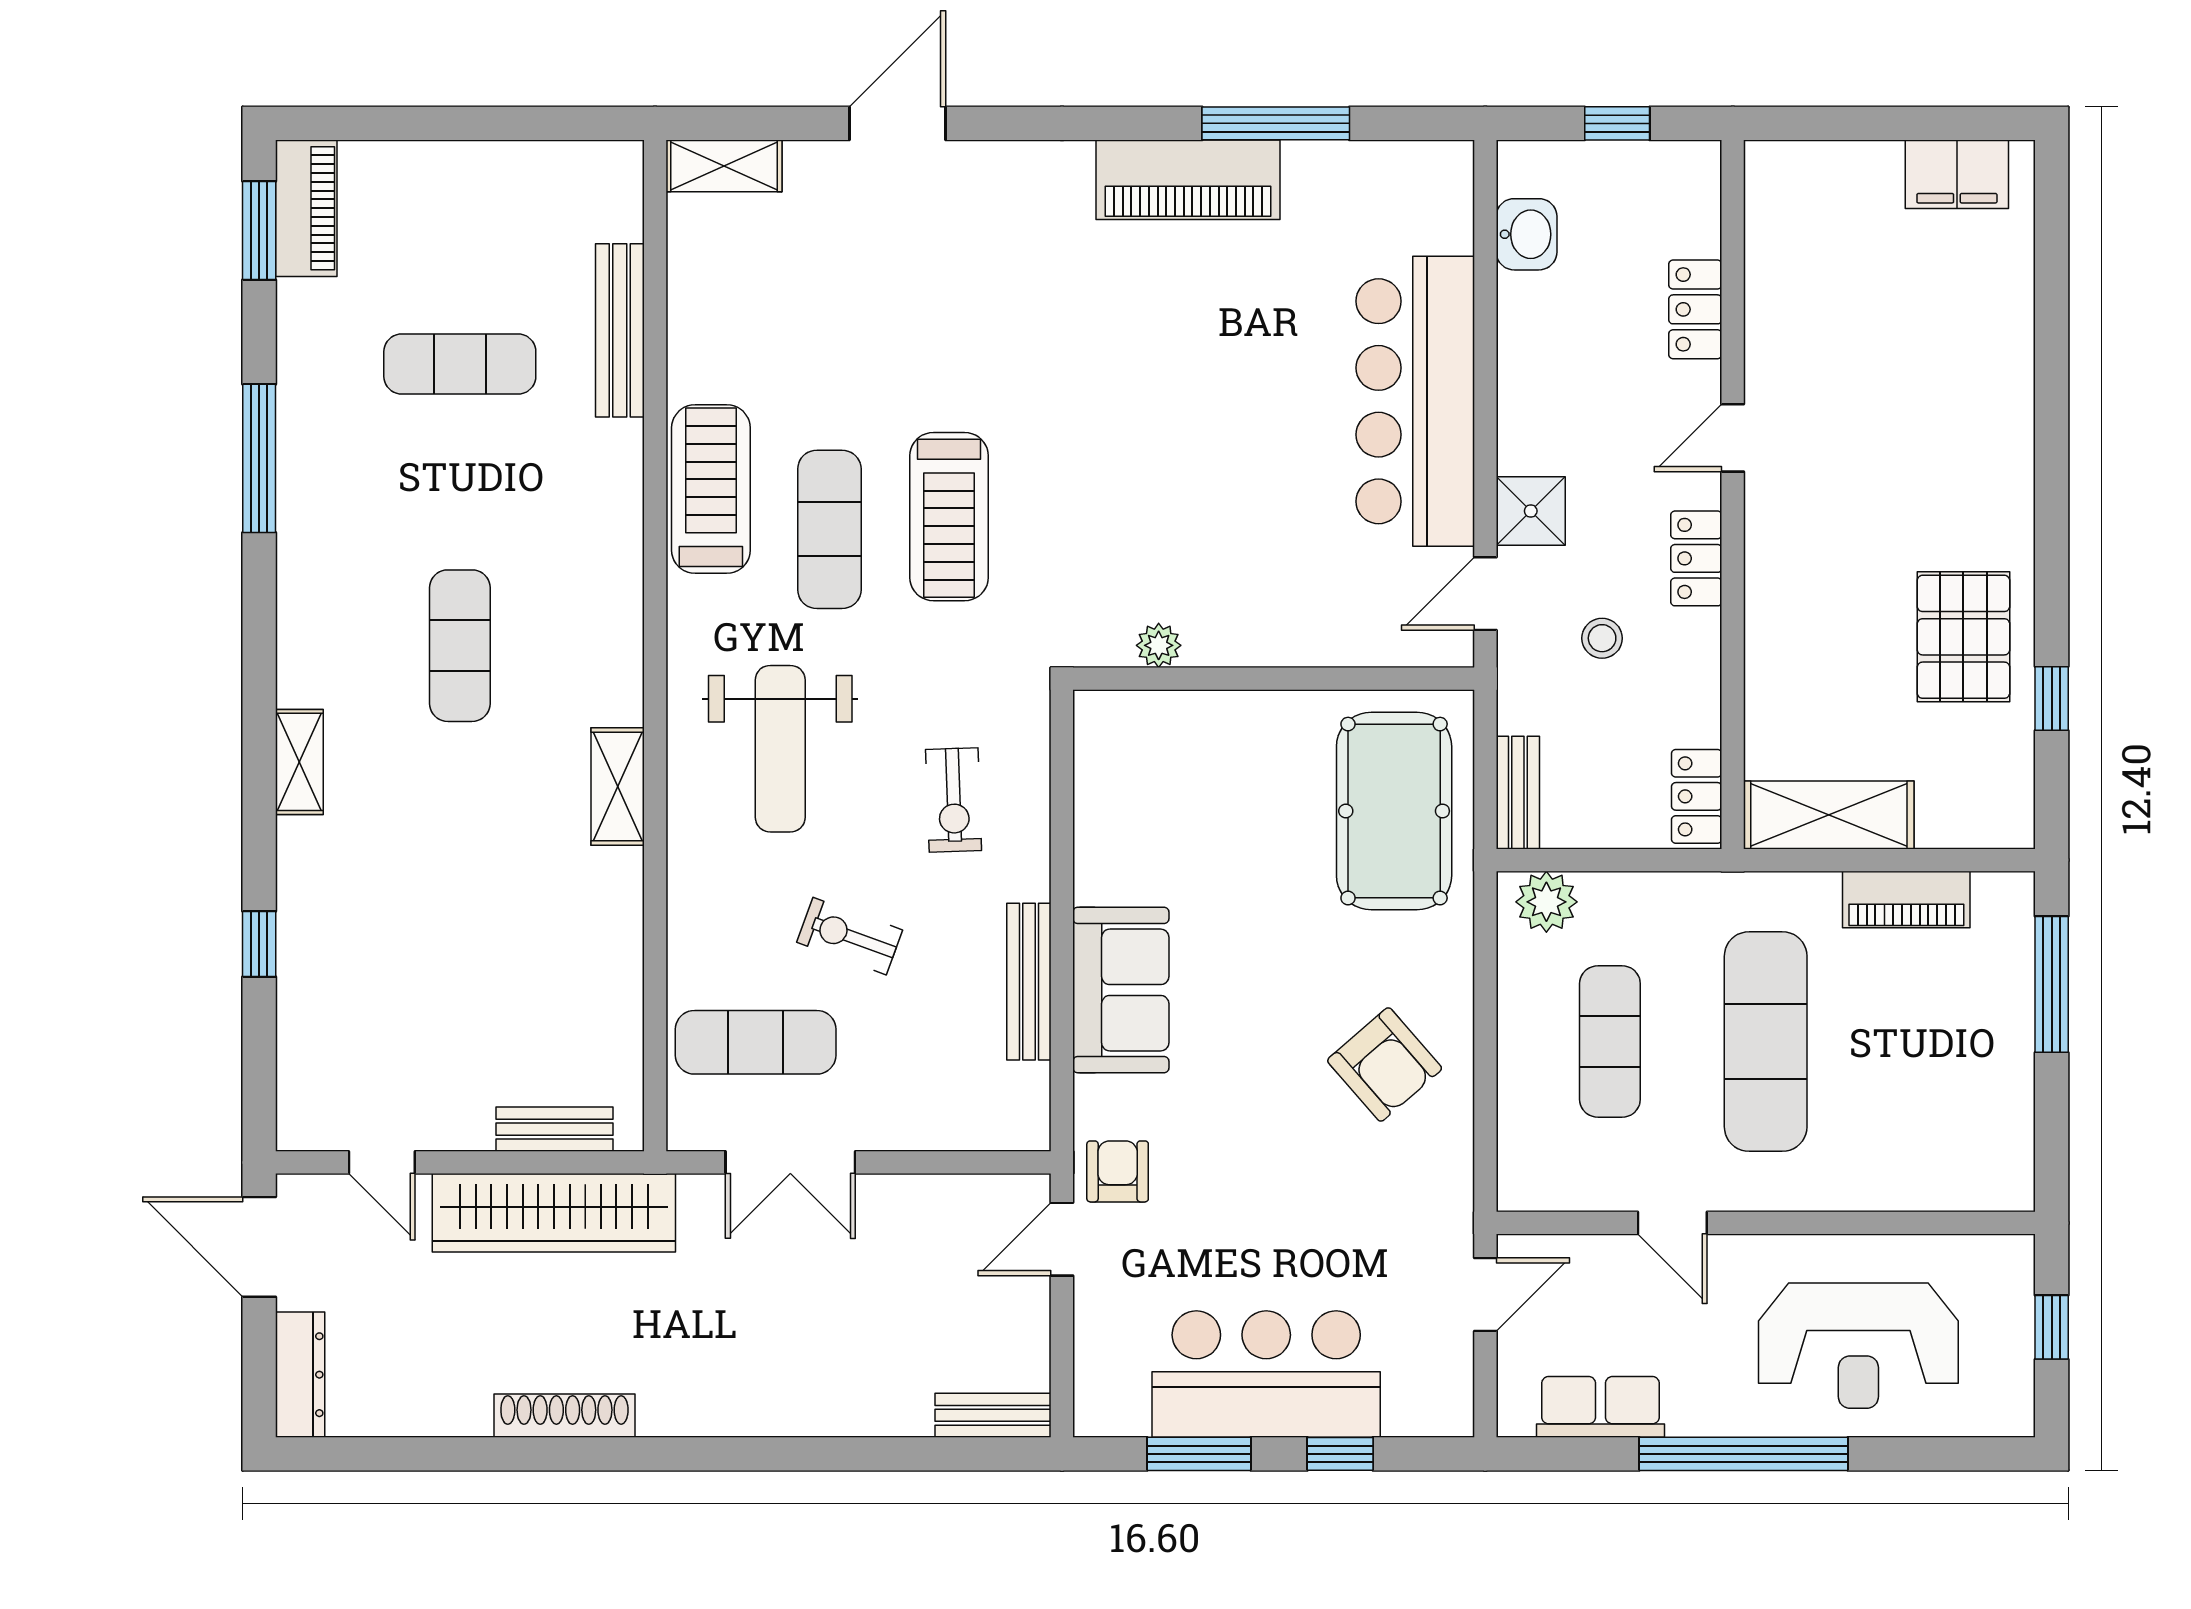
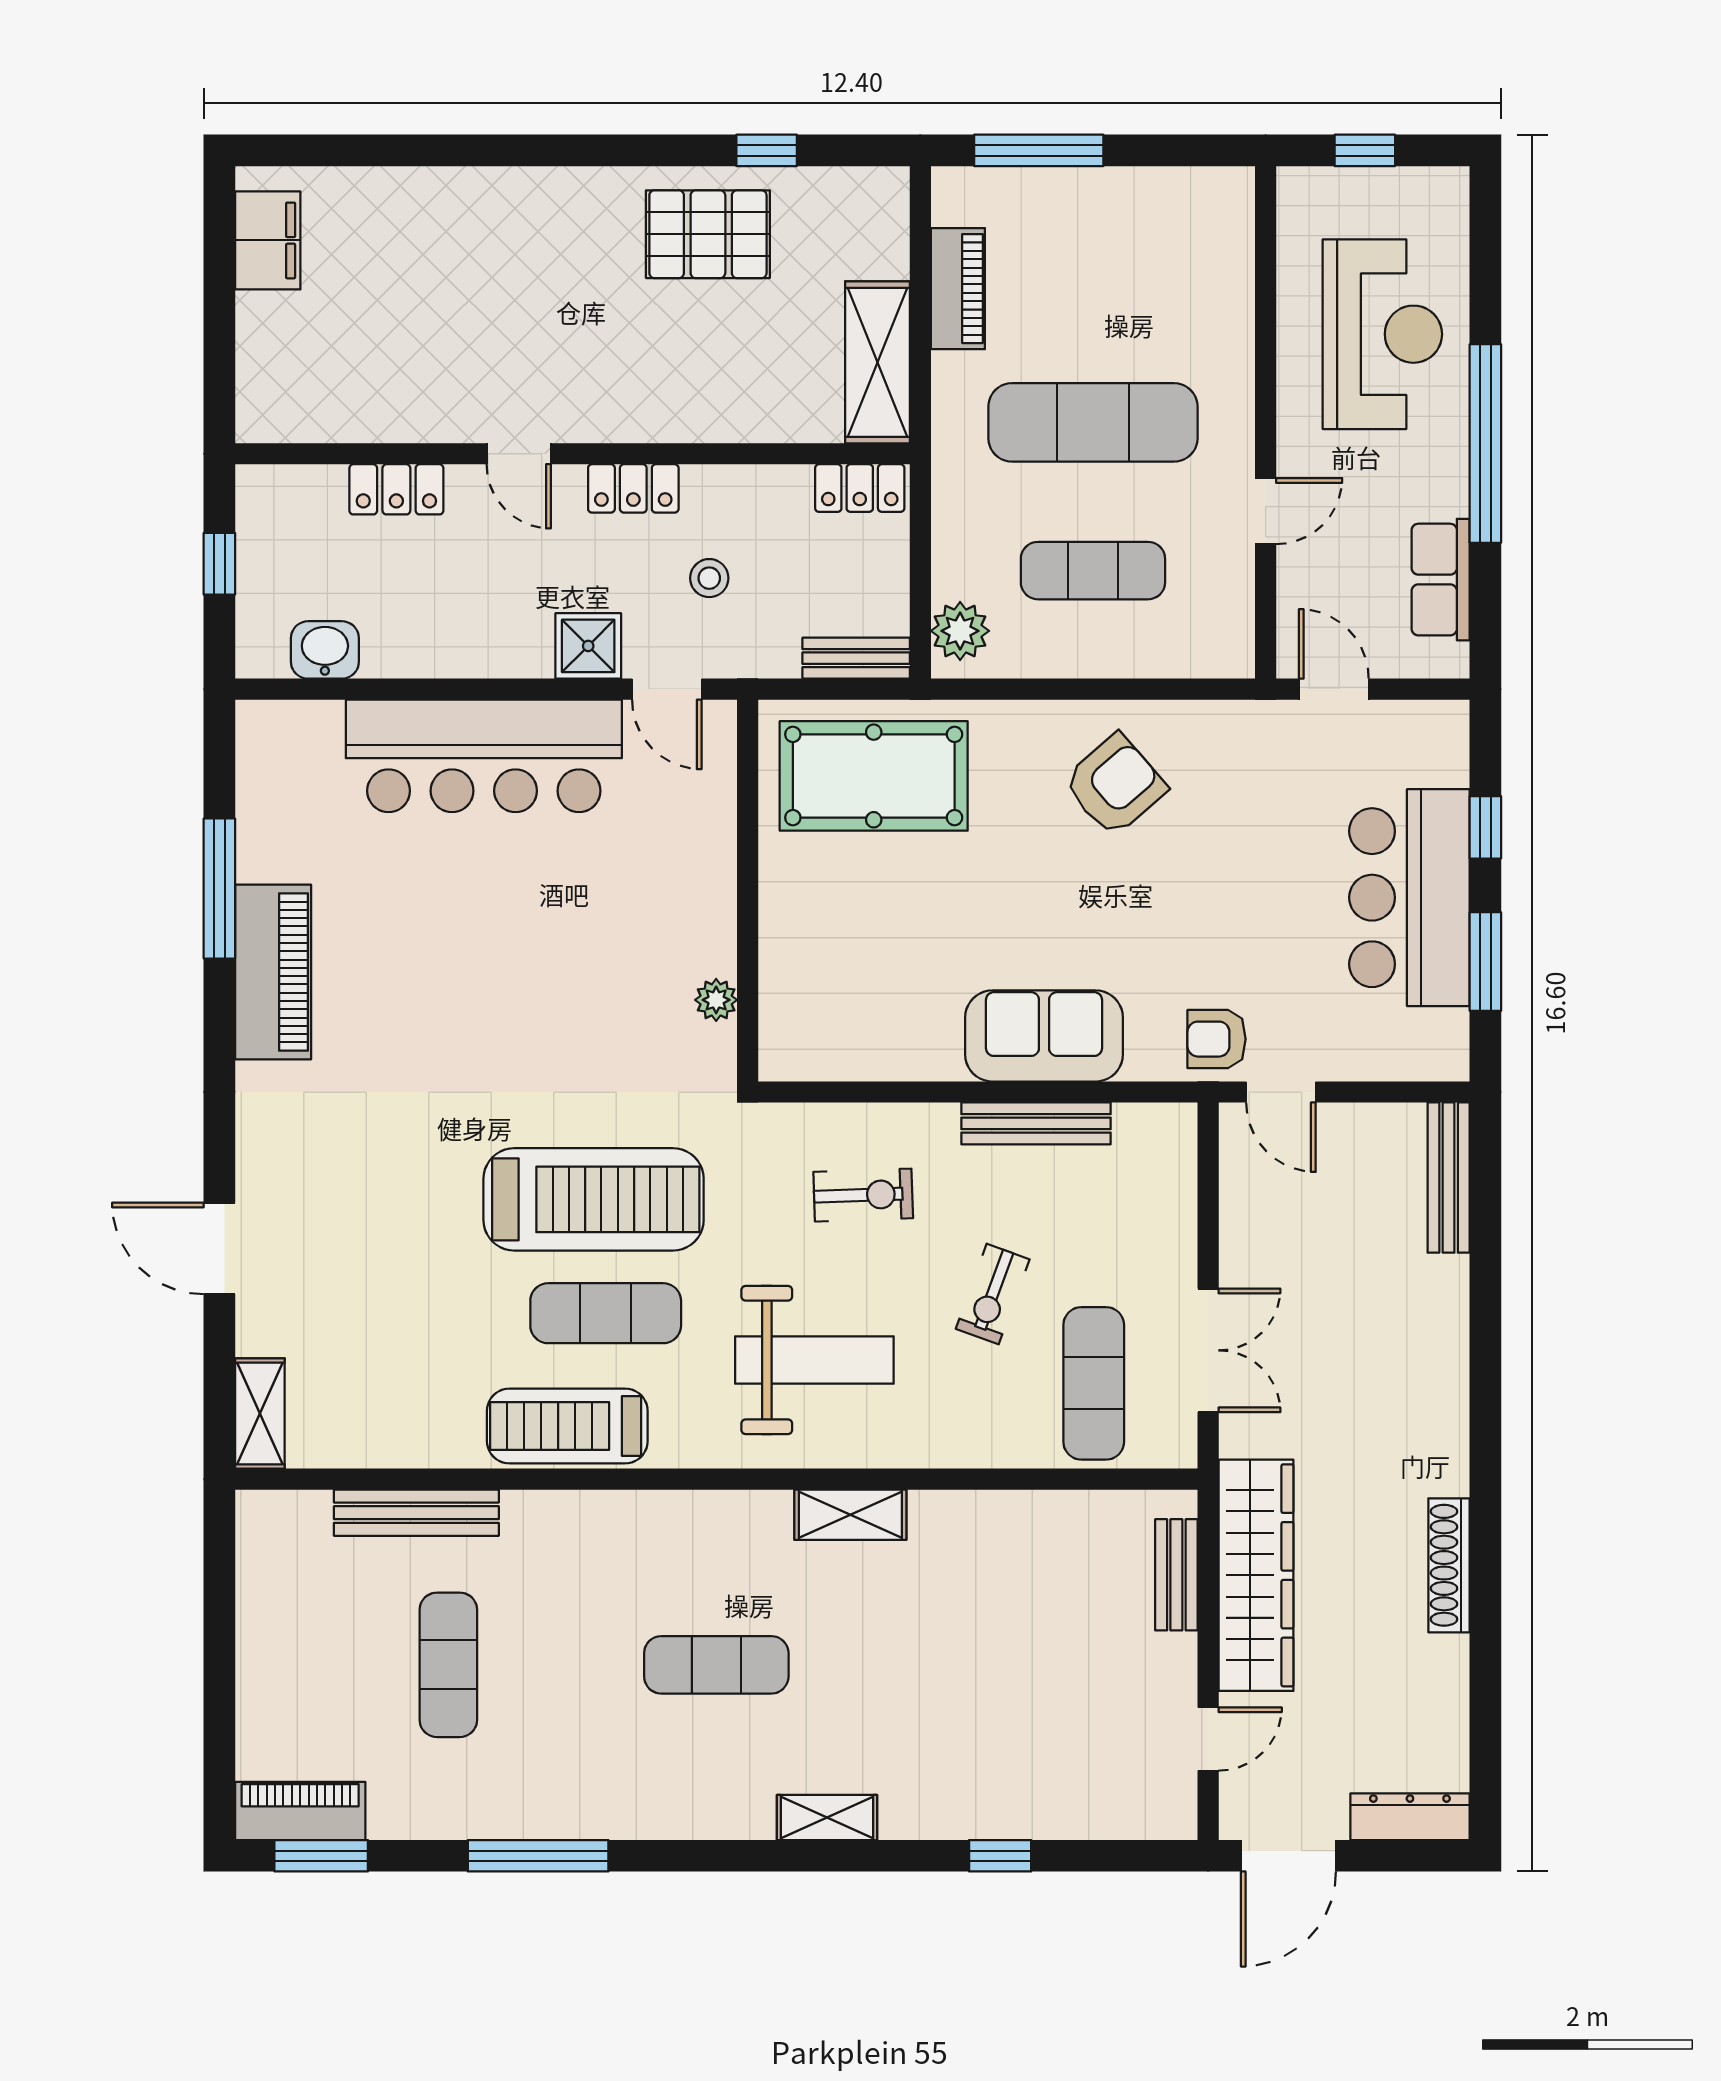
treadmill: (949, 517) -> (594, 1199), width x1.37, depth x1.38
bench: (993, 1415) -> (1449, 1178), width x1.36

